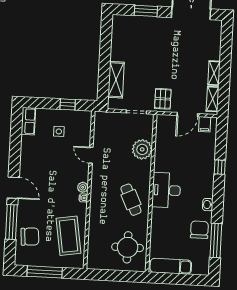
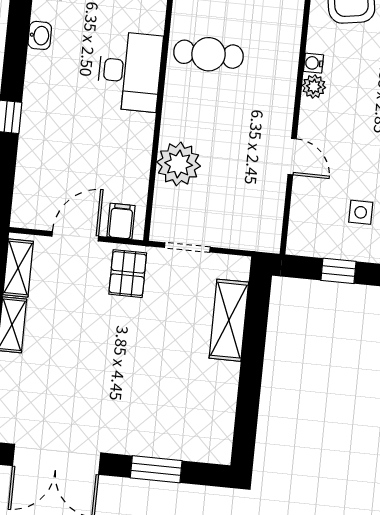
filing cabinet: (205, 124) -> (121, 221), moved
cafe table: (131, 200) -> (208, 54), turned -65

